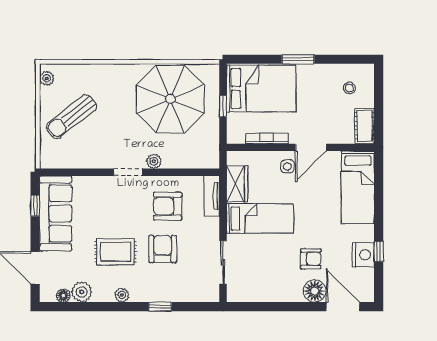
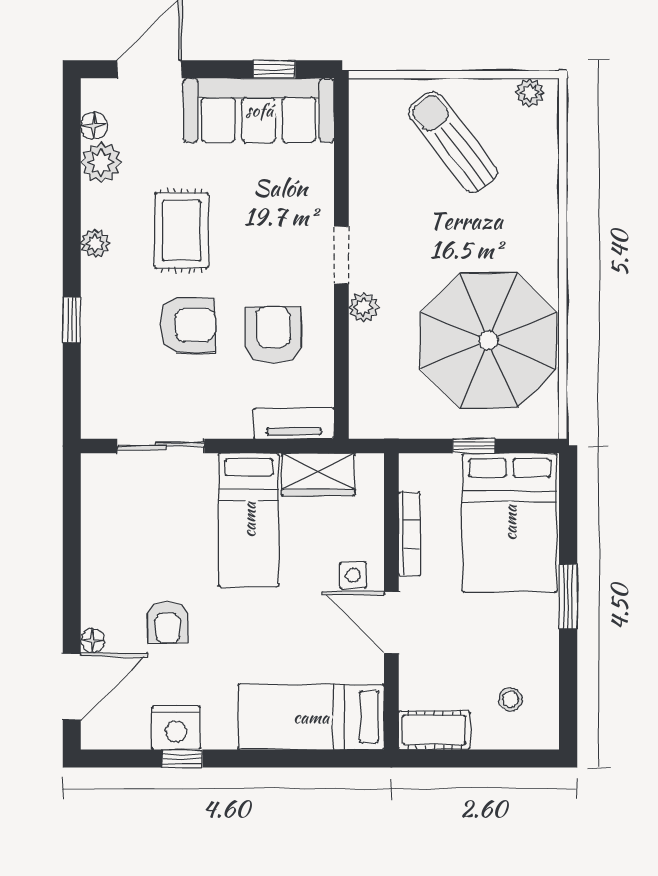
floor lamp: (315, 291) -> (93, 641), width x0.53, depth x0.53

